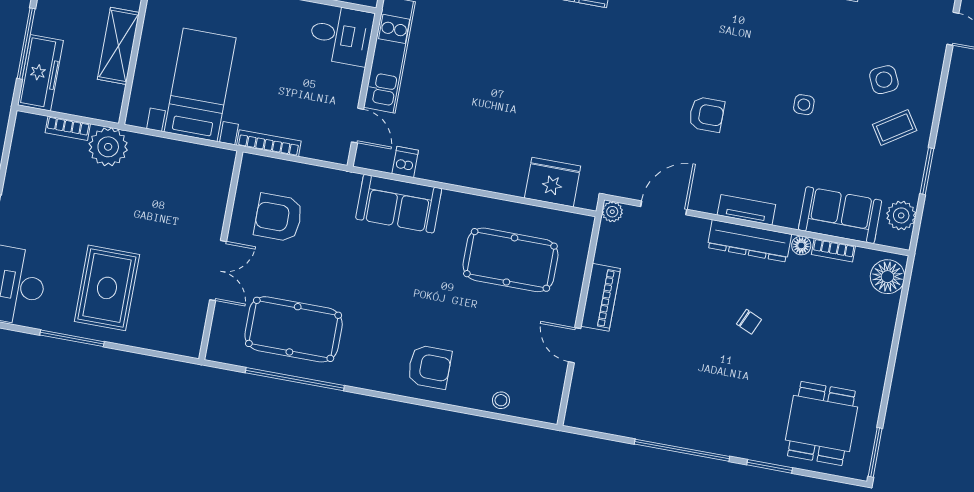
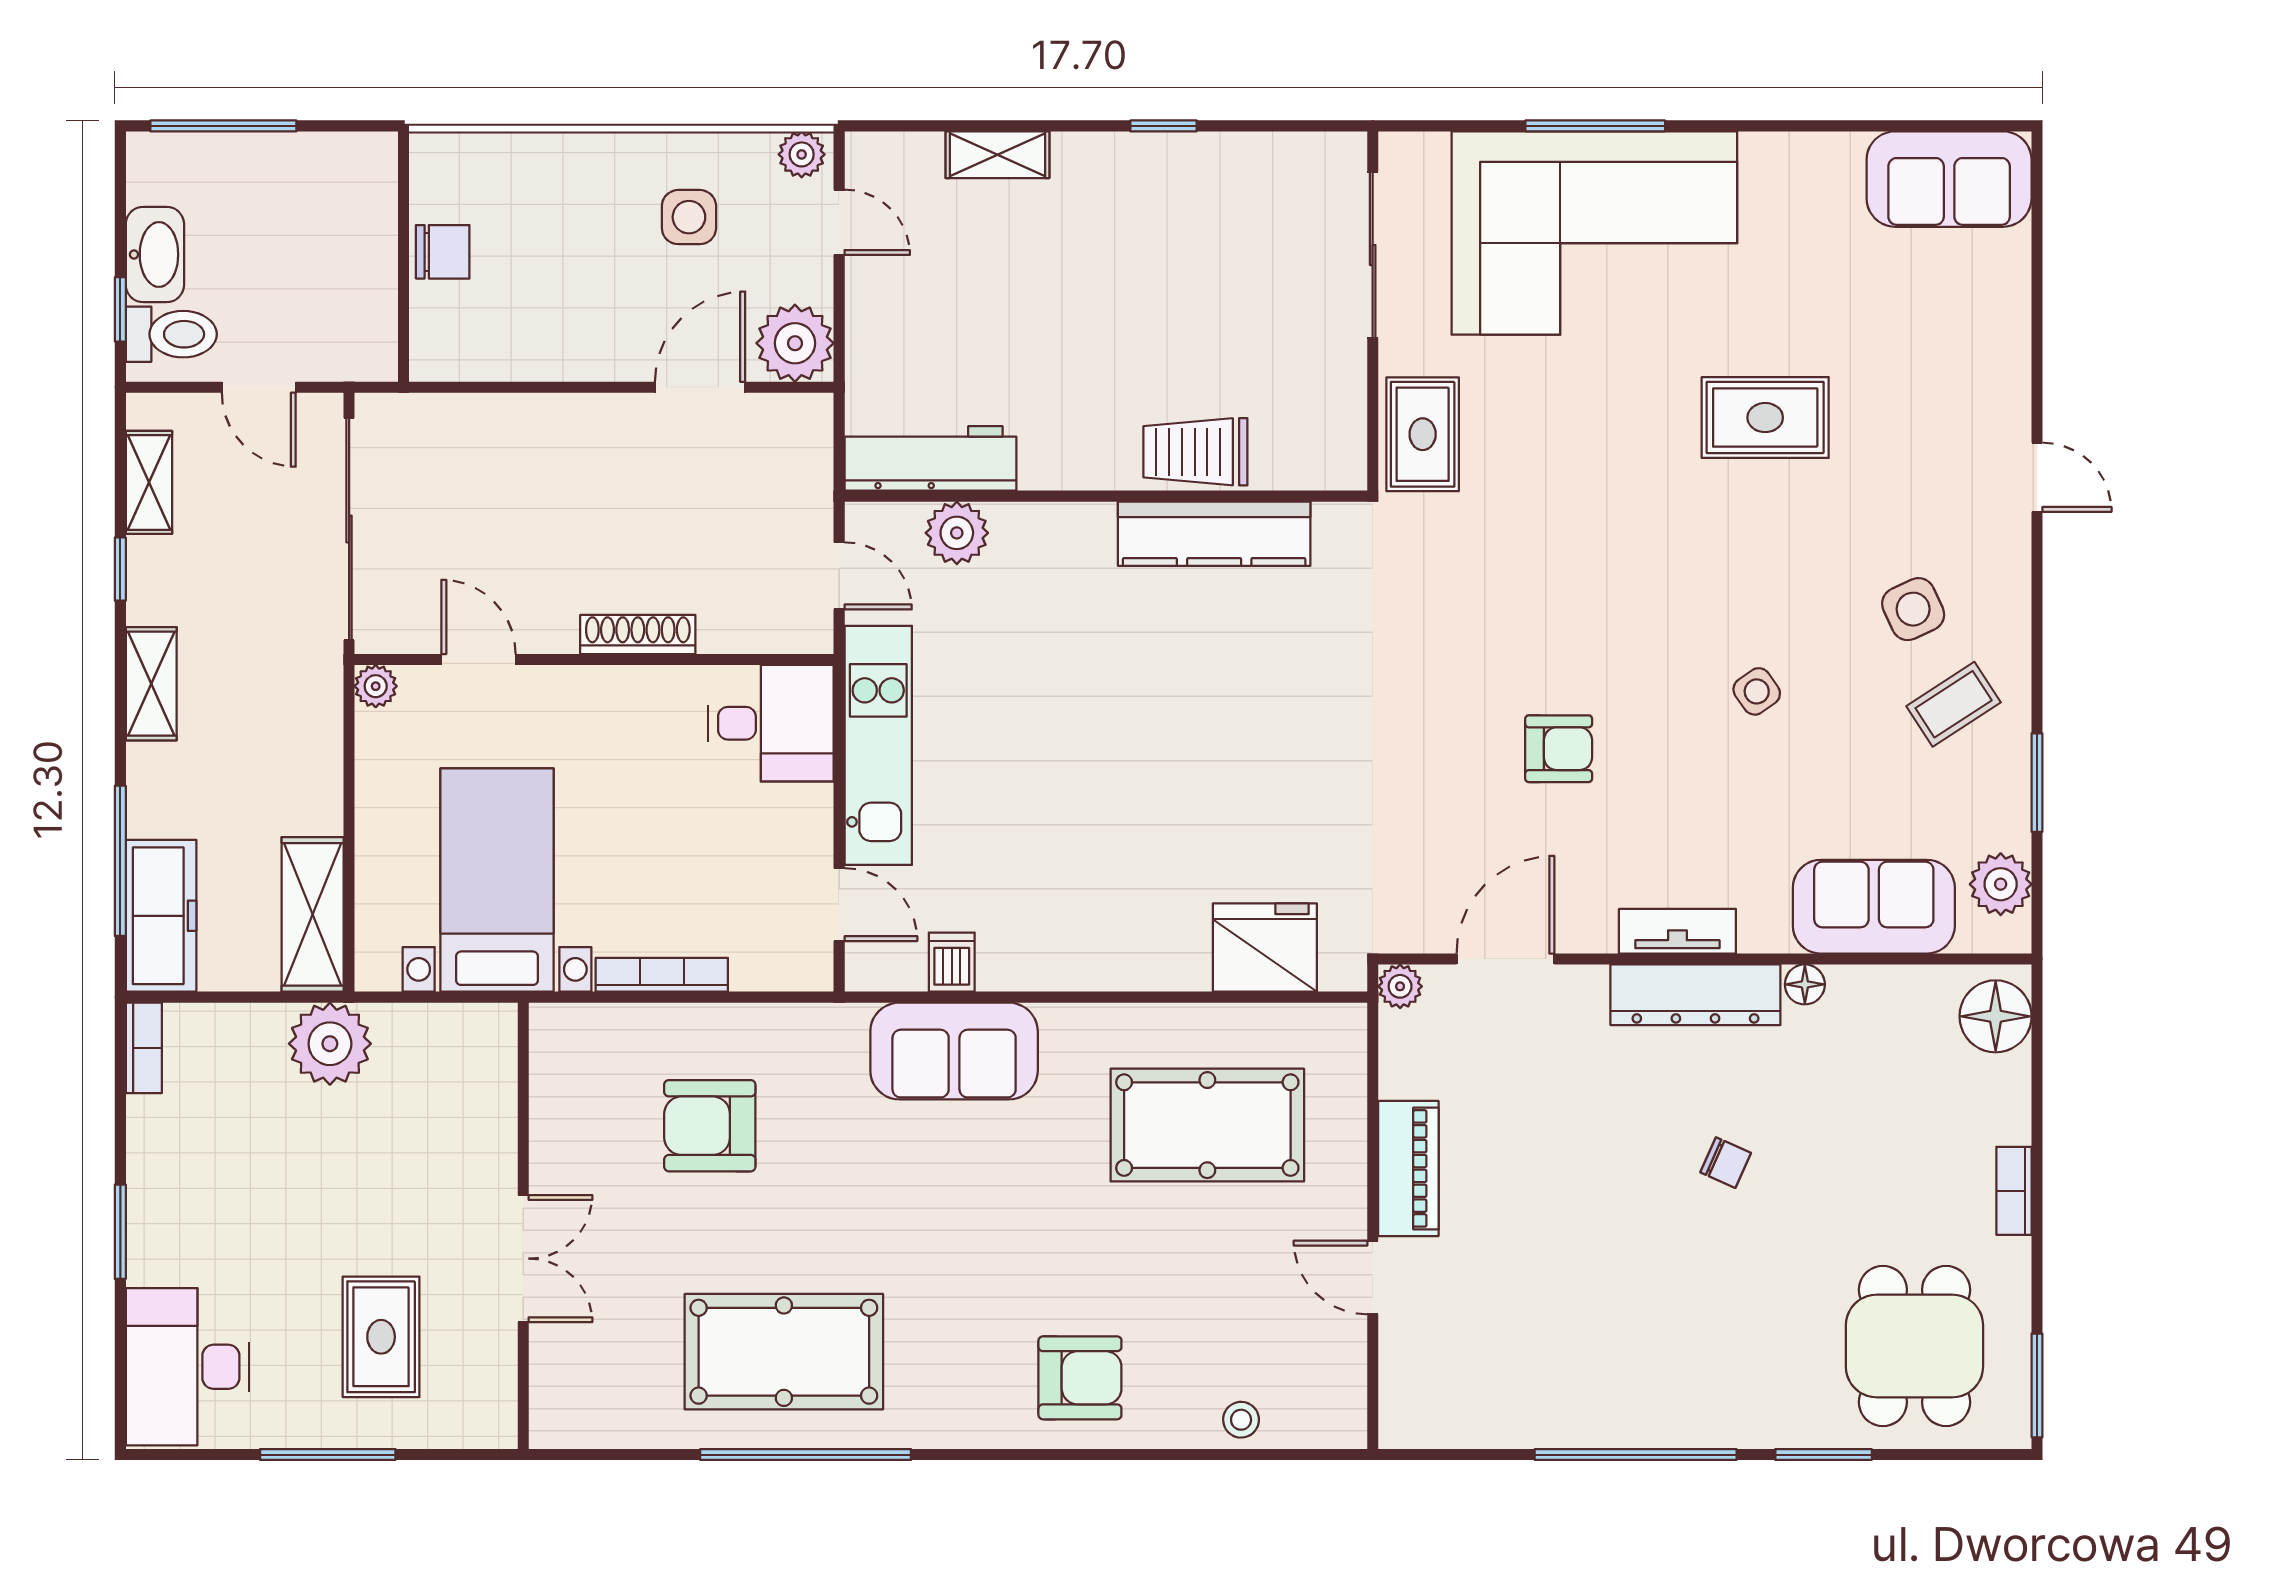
shelving: (118, 46) -> (313, 914), moved
side table: (804, 105) -> (1757, 691), turned -35
bookcase: (68, 128) -> (144, 1048), moved, turned -90
bookcase: (833, 250) -> (2014, 1191), moved, turned 90
wall: (221, 255) -> (523, 1226), moved
double door: (218, 271) -> (523, 1259), moved
rug: (107, 288) -> (381, 1337), width x0.73, depth x0.70

